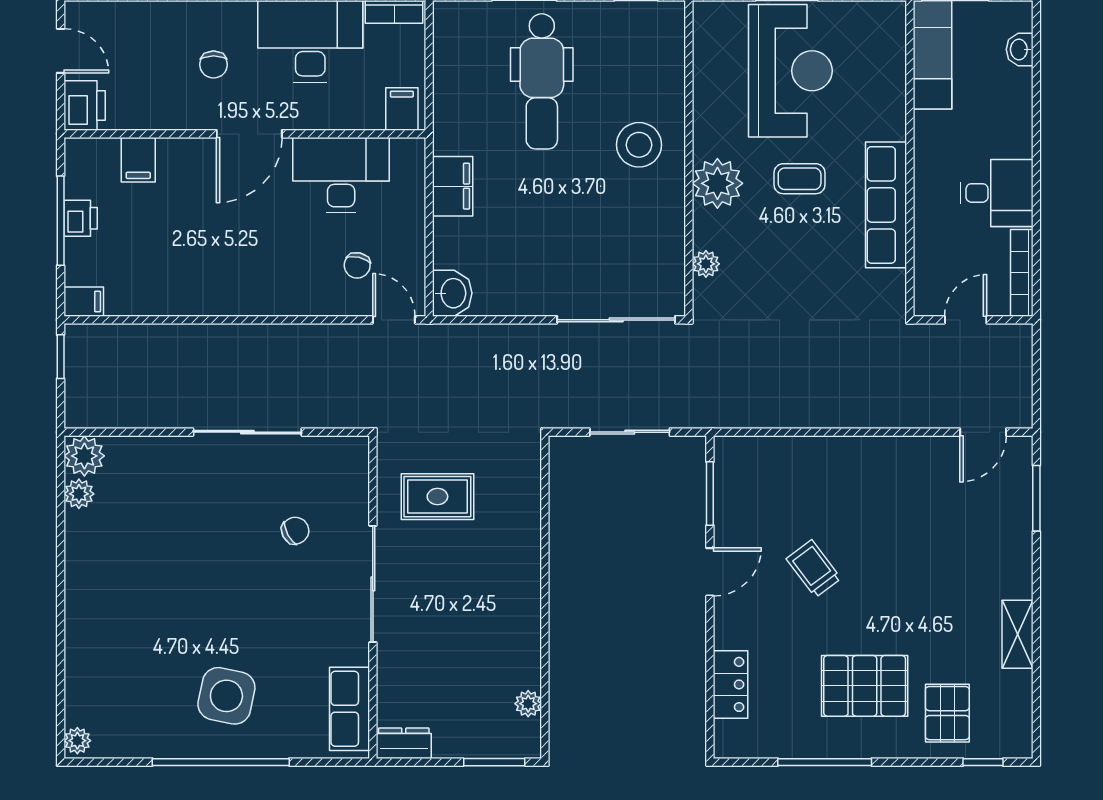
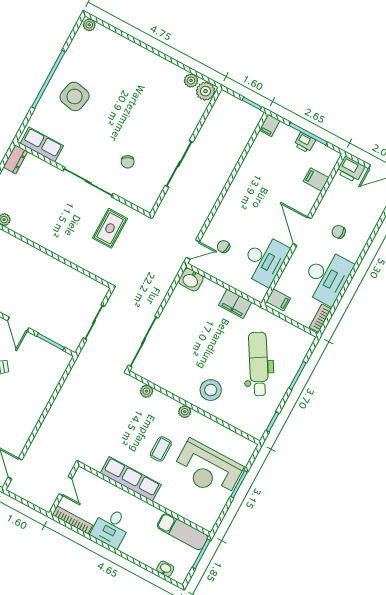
dental chair: (542, 81) -> (259, 364), turned 59
plant: (717, 183) -> (185, 412), width x0.53, depth x0.53

